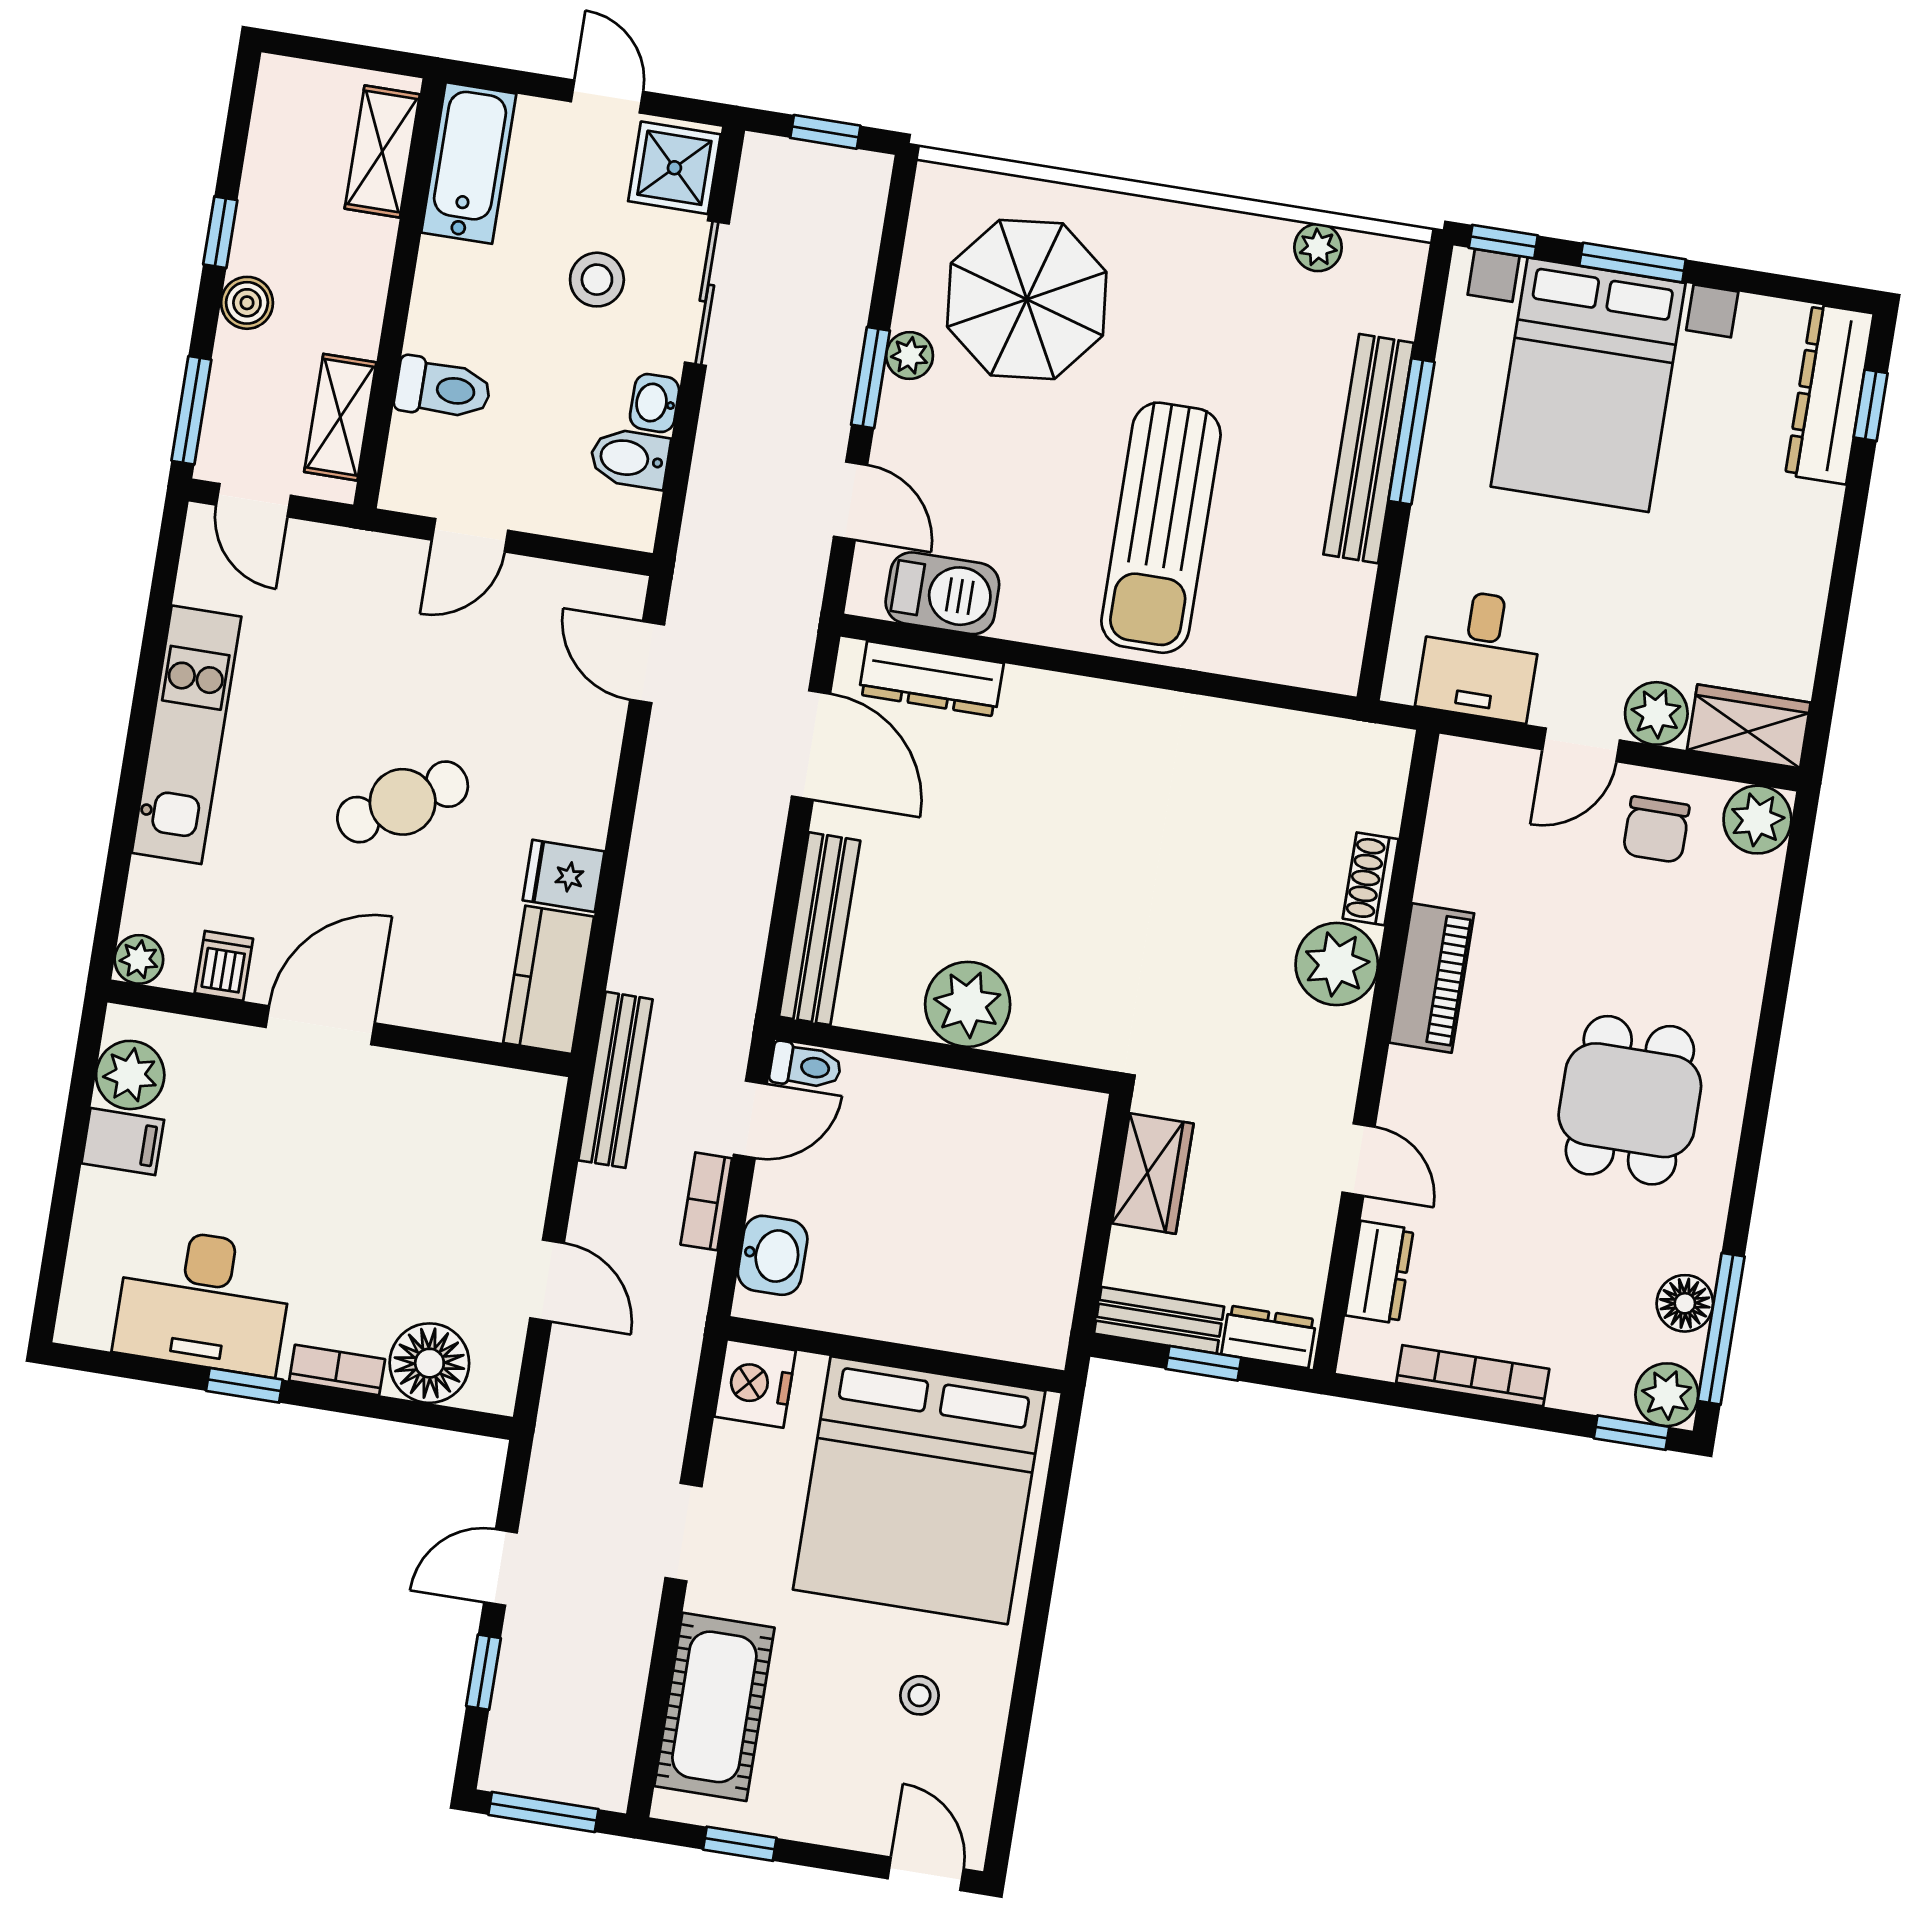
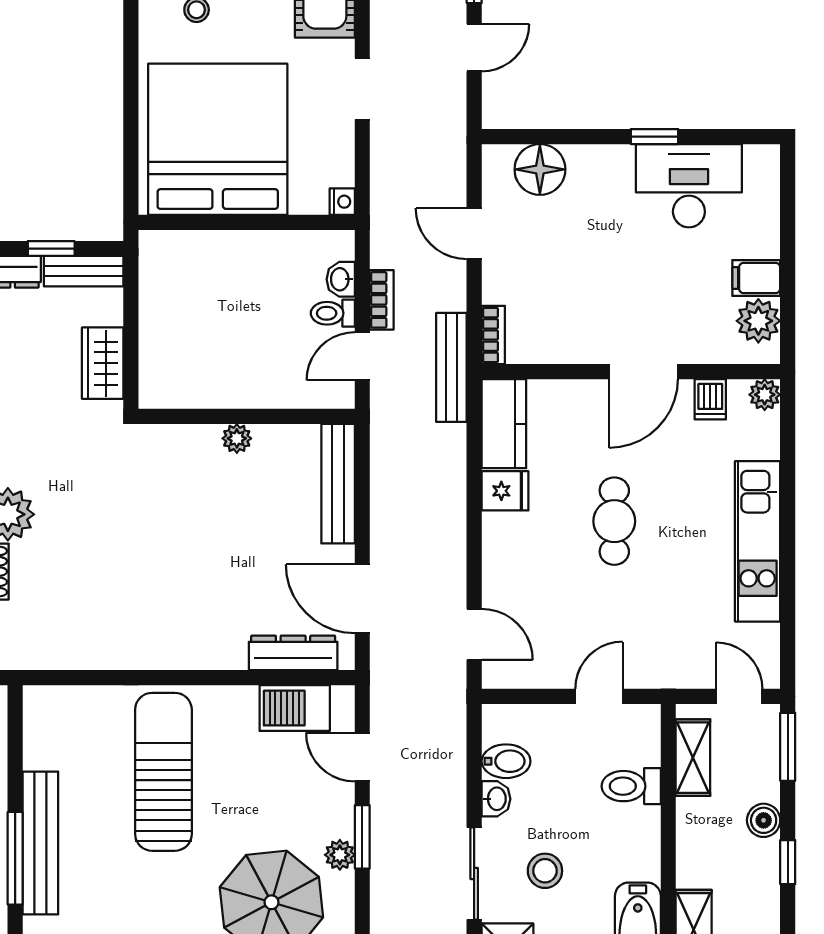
cafe table: (403, 802) -> (614, 521), turned -59
plant: (968, 1004) -> (237, 438), width x0.53, depth x0.53
toilet: (806, 1066) -> (333, 313), moved
washbasin: (773, 1255) -> (341, 279), width x0.72, depth x0.69
bookcase: (337, 1370) -> (493, 335), moved, turned -90
nightstand: (755, 1384) -> (342, 202), width x0.53, depth x0.56

